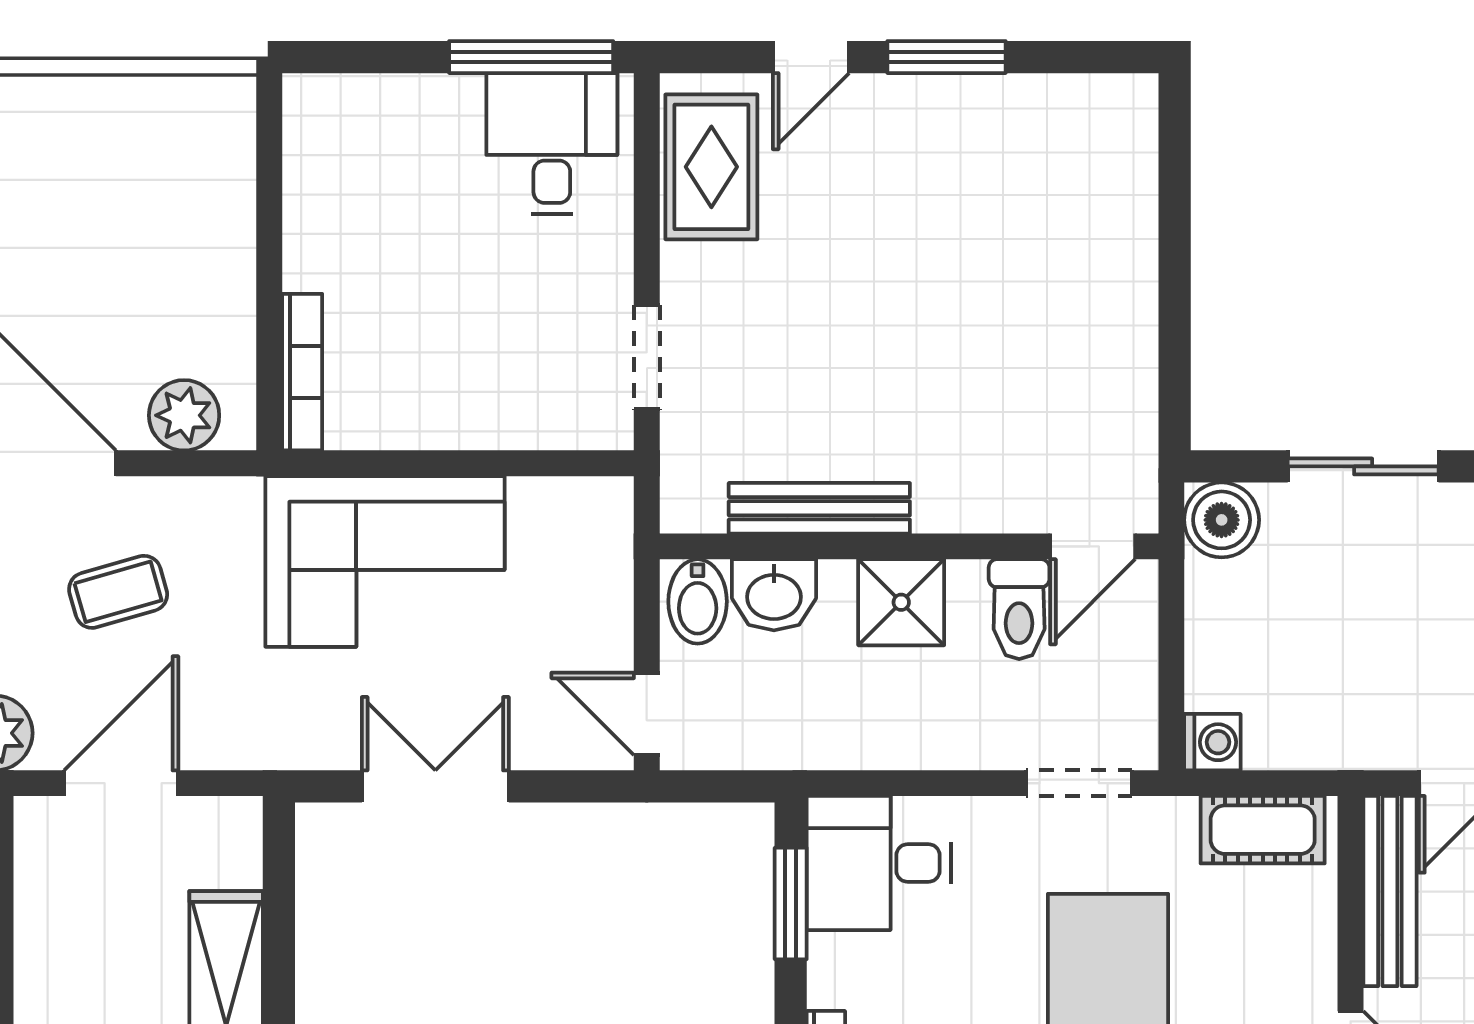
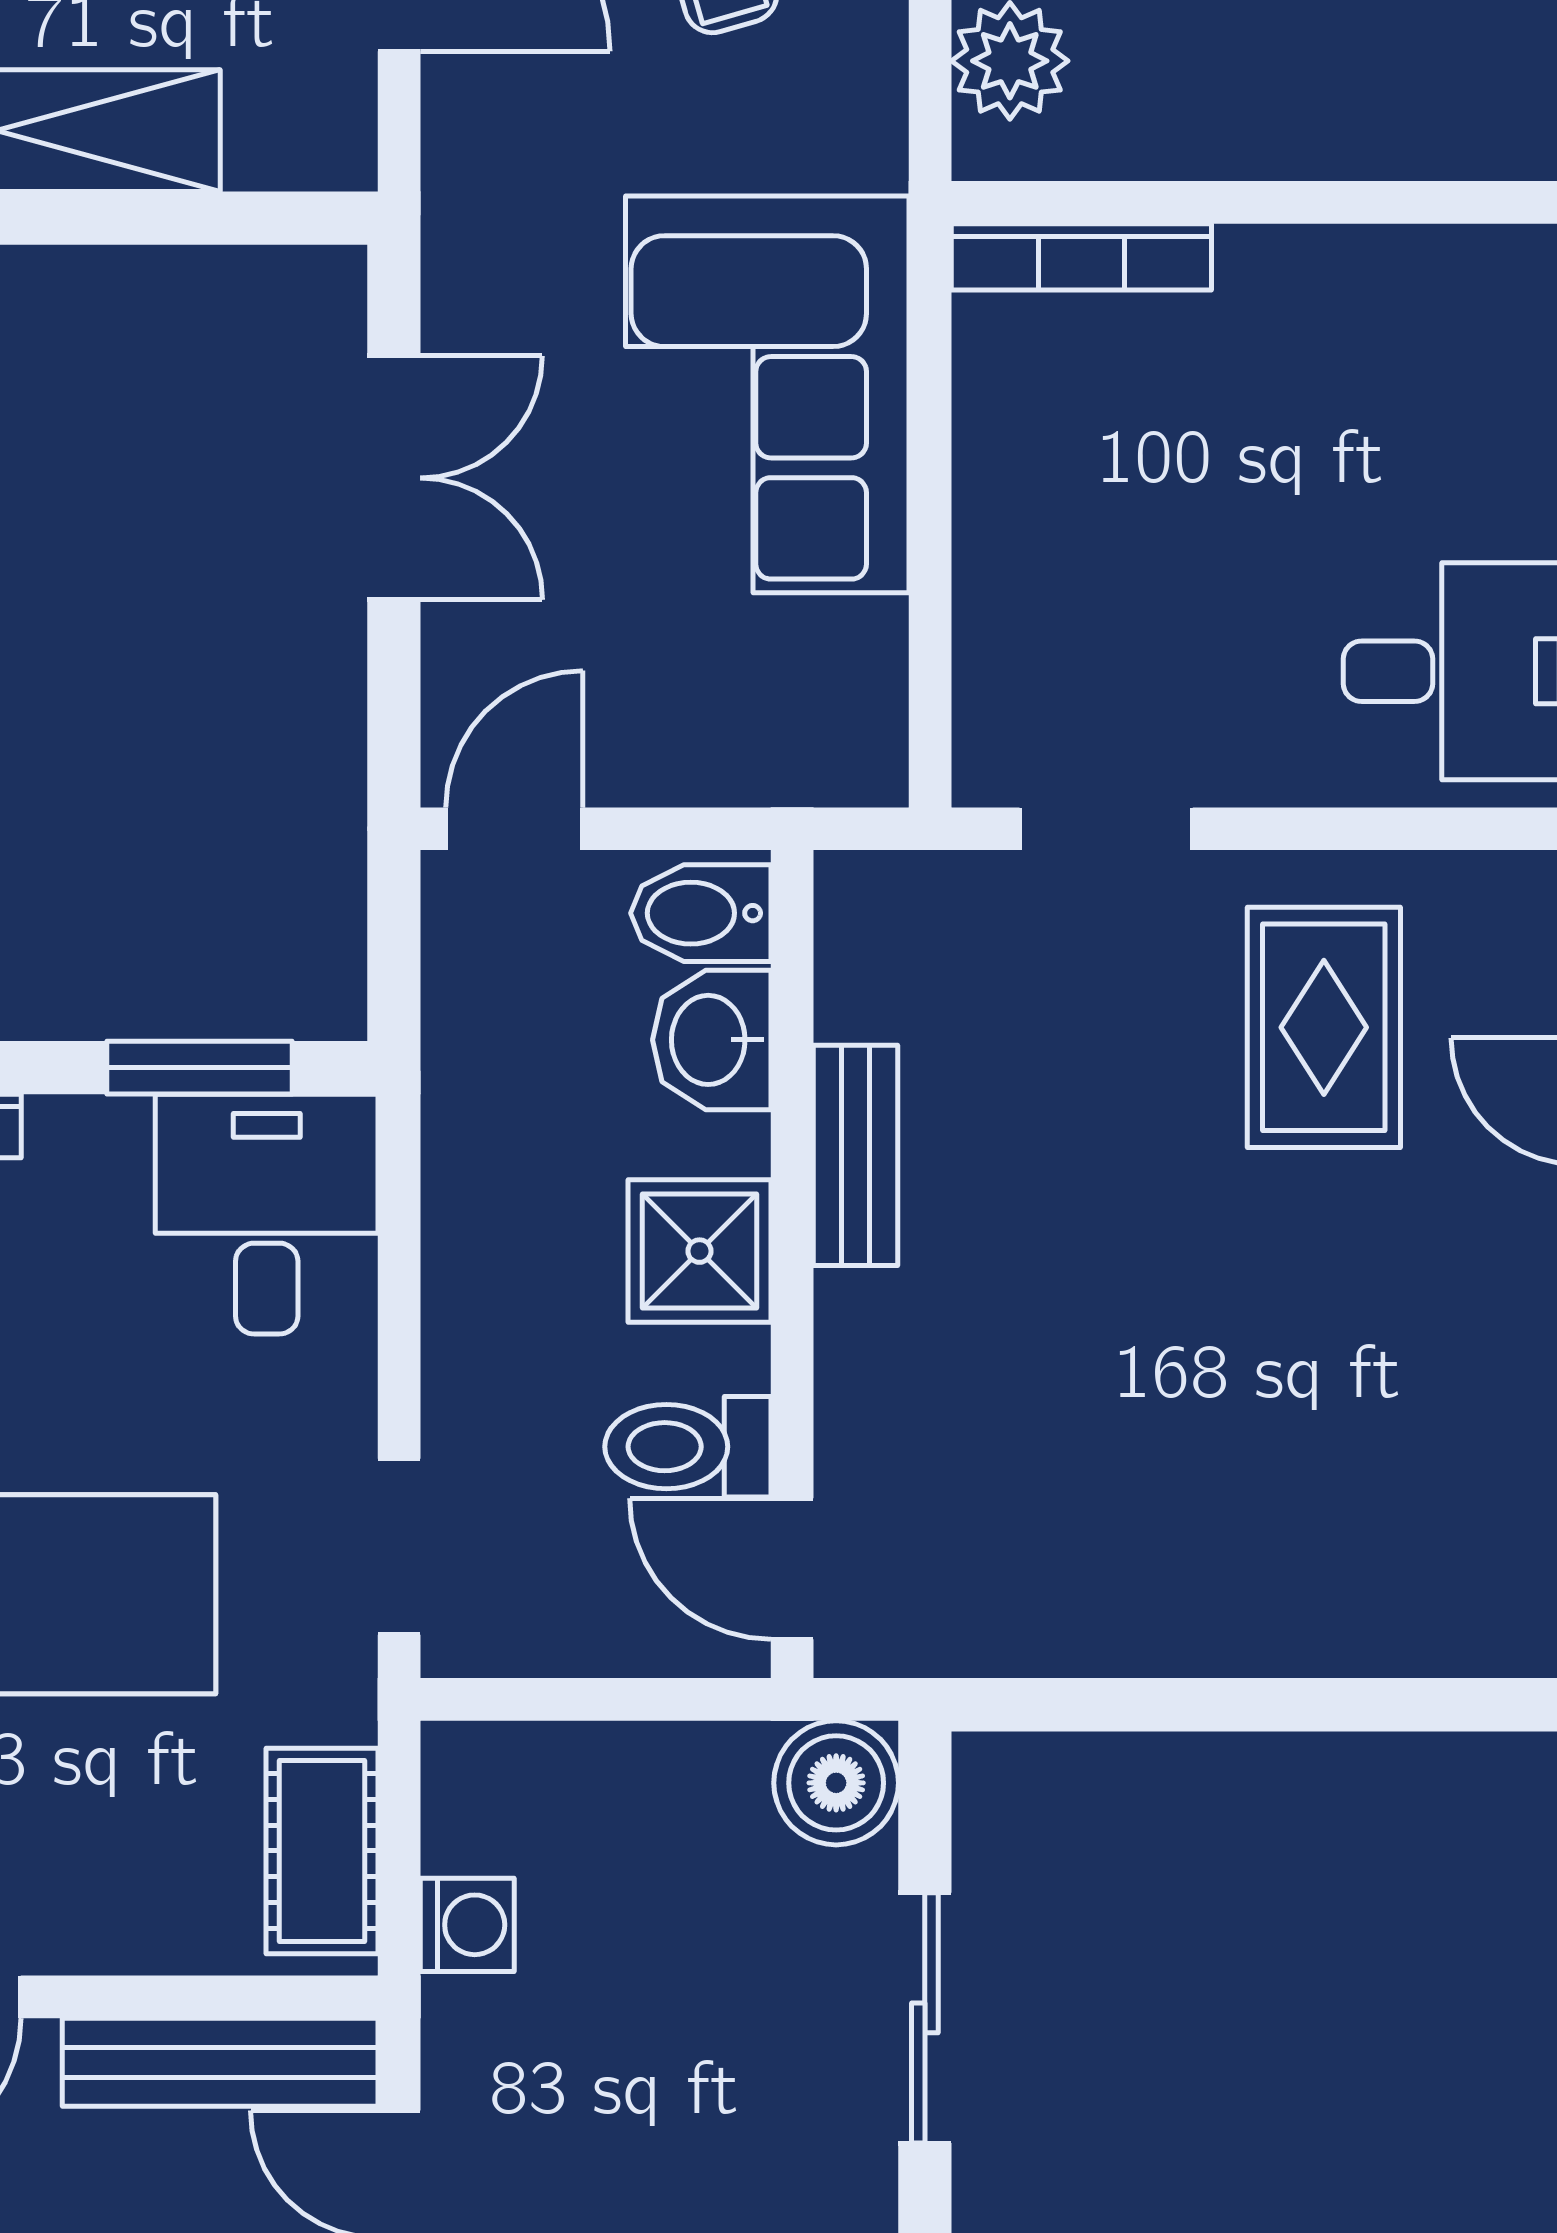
rug: (711, 167) -> (1324, 1027), moved, turned 90
bench: (819, 508) -> (855, 1155), width x0.73
washing machine: (1212, 742) -> (467, 1925), moved, turned -90

